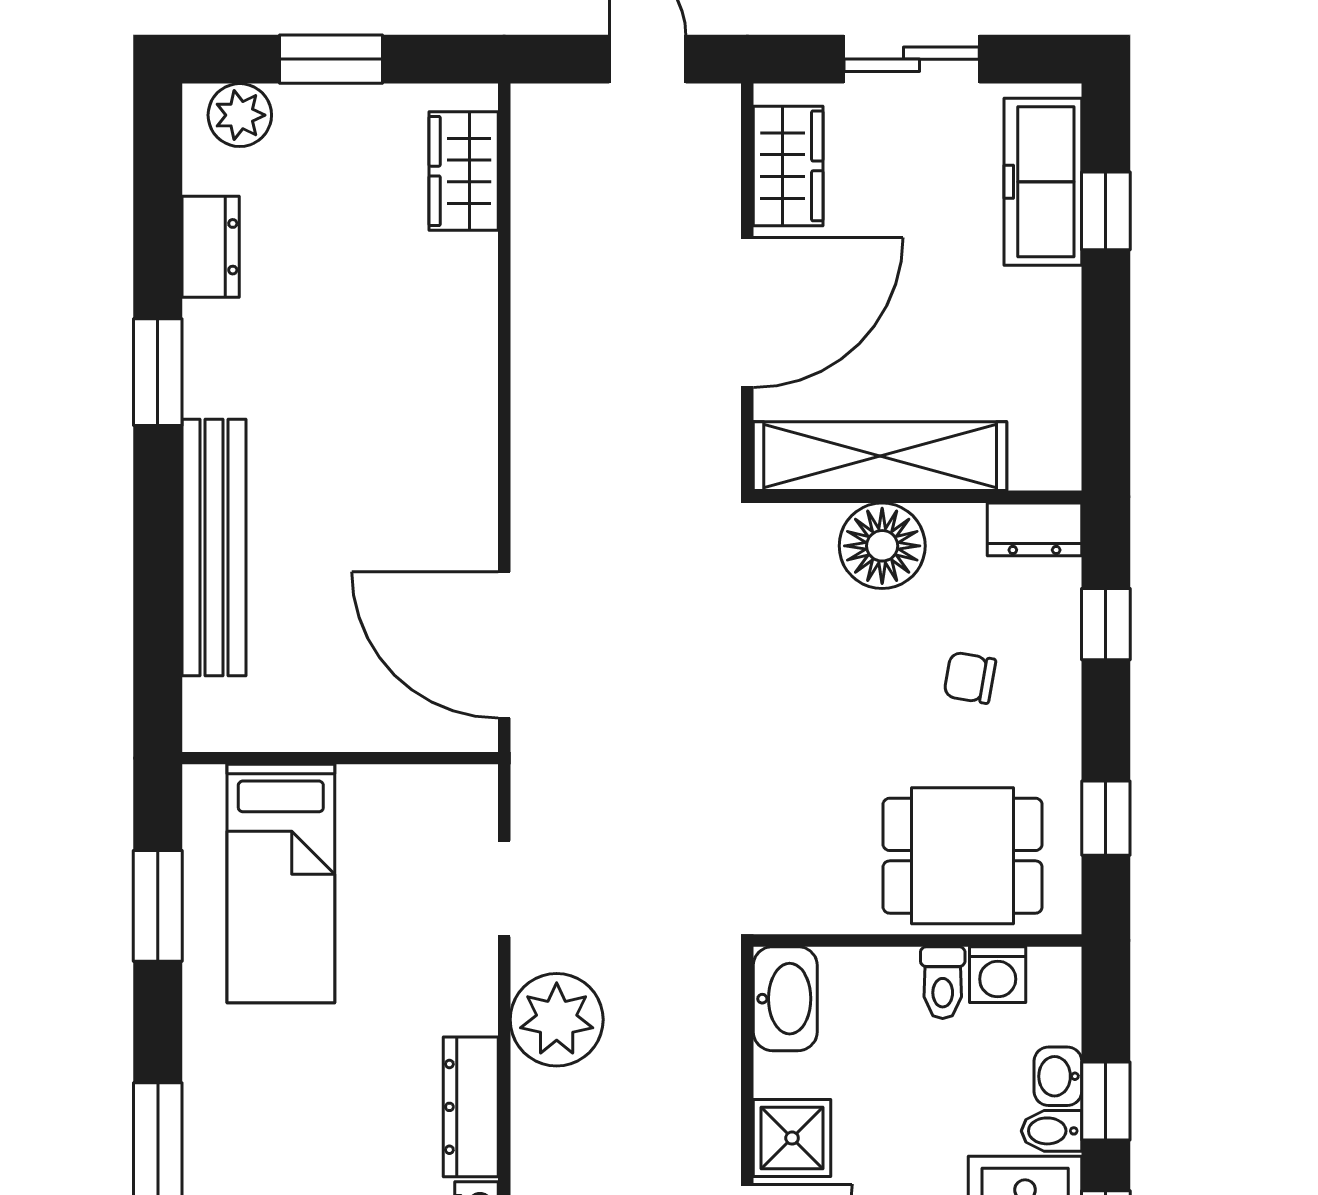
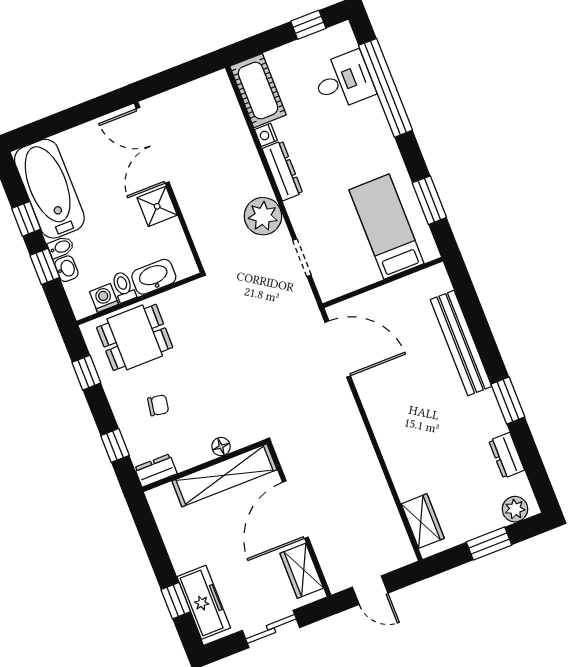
floor lamp: (882, 546) -> (221, 447), width x0.53, depth x0.53
washbasin: (785, 999) -> (154, 277), moved, turned 90

